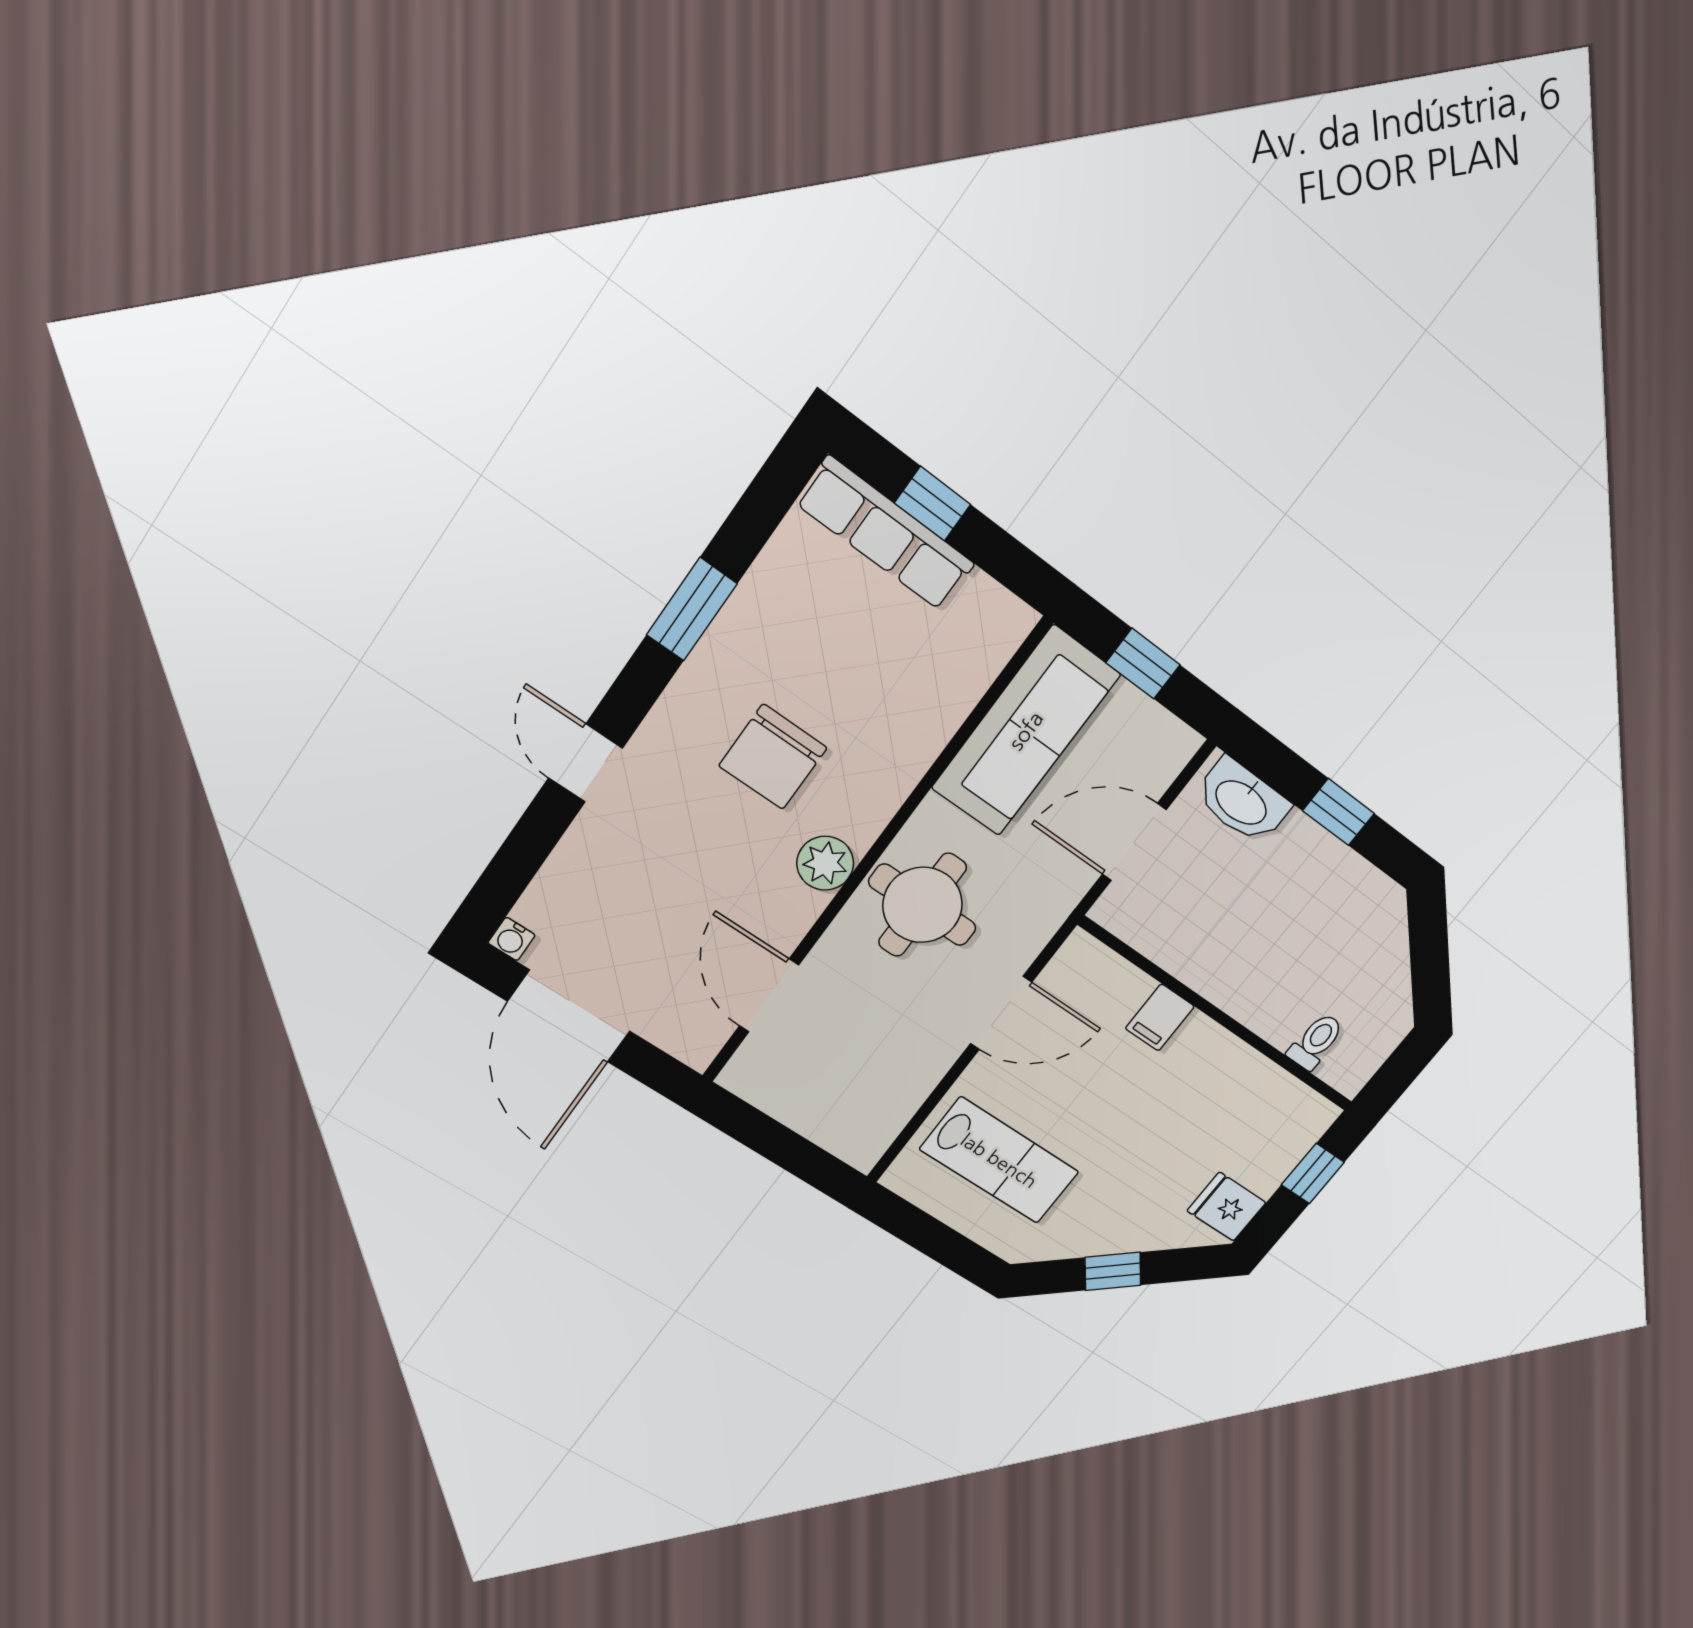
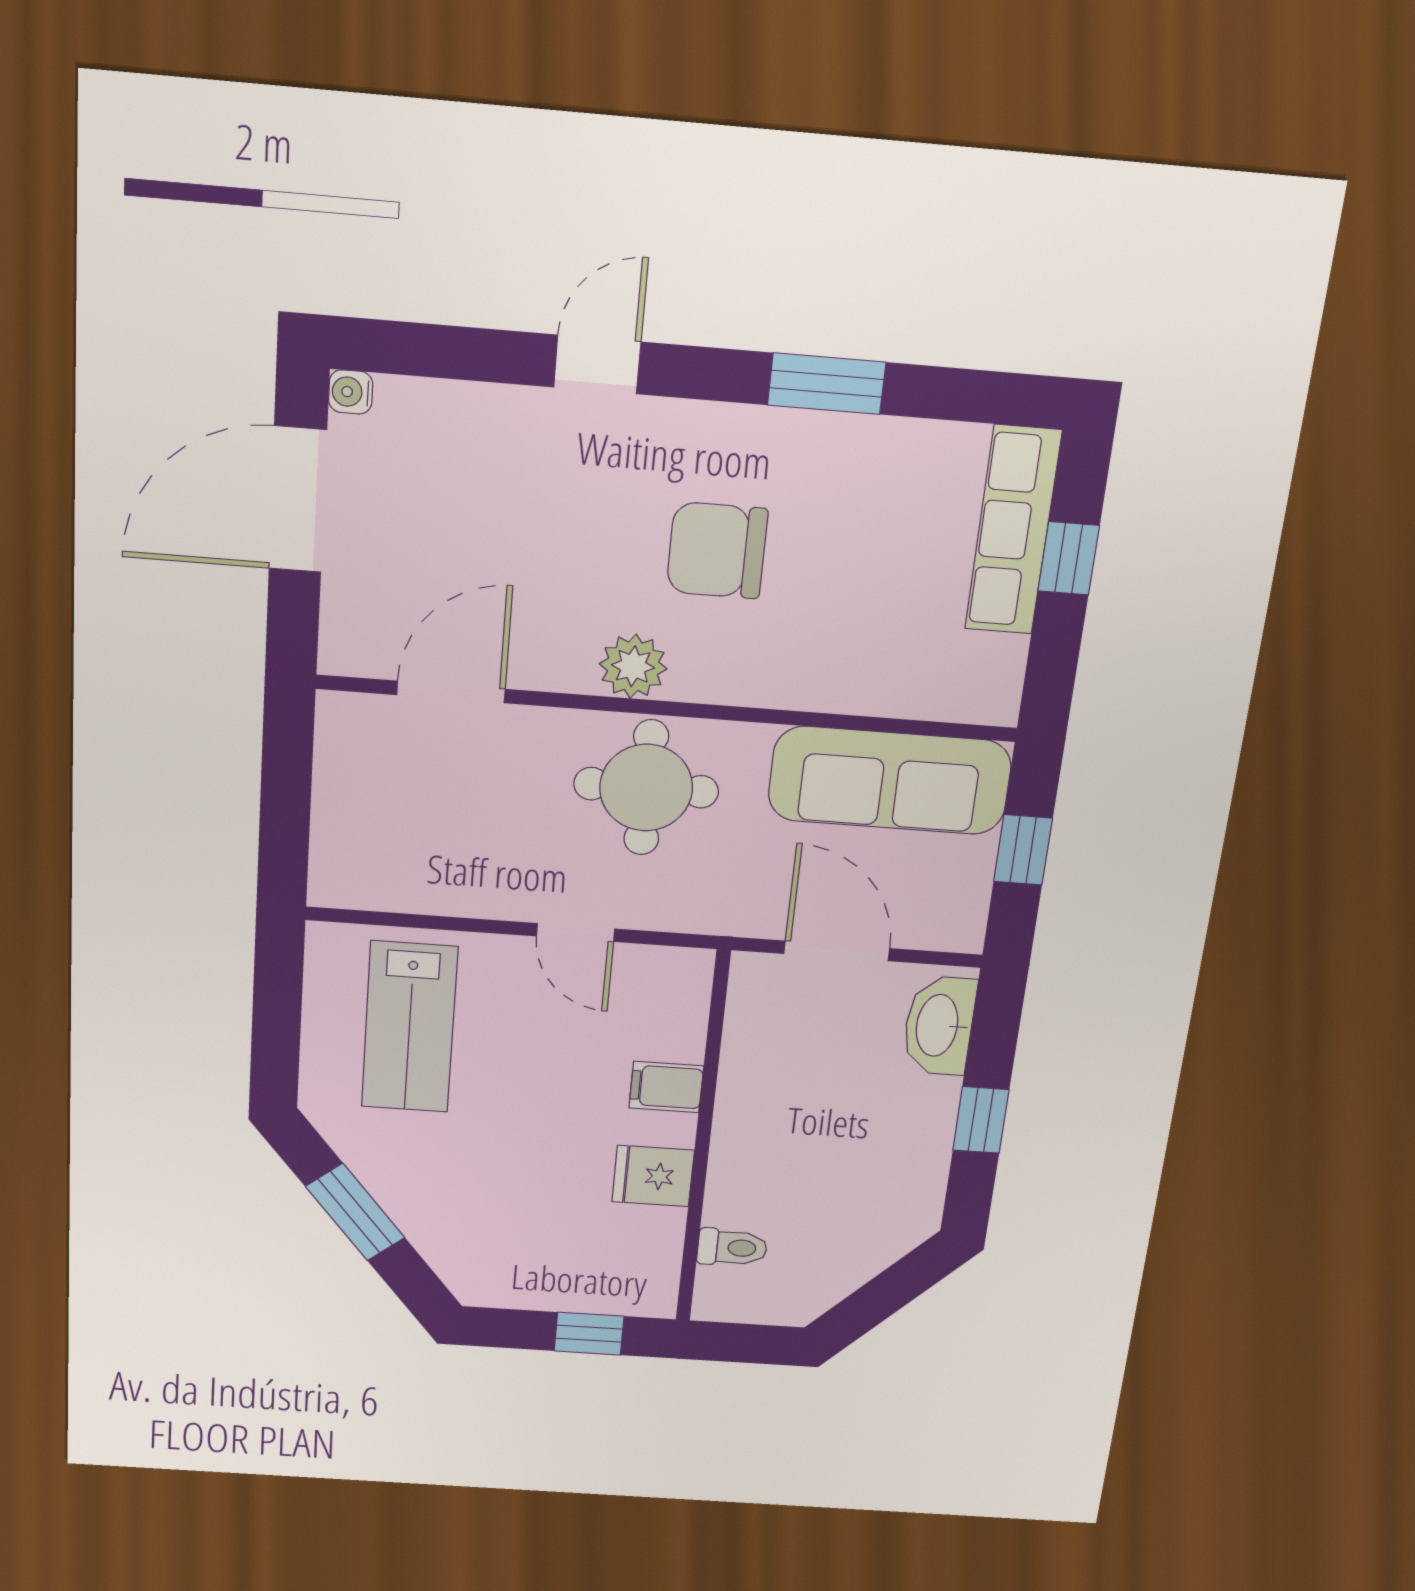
door: (1001, 1013) -> (576, 932), width x0.73
fridge: (1226, 1207) -> (653, 1176), moved, turned -90
window: (1113, 1271) -> (355, 1212), width x1.50

